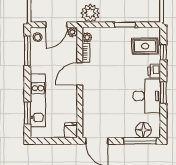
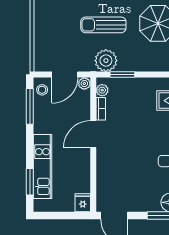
window: (125, 25) -> (122, 75), moved

